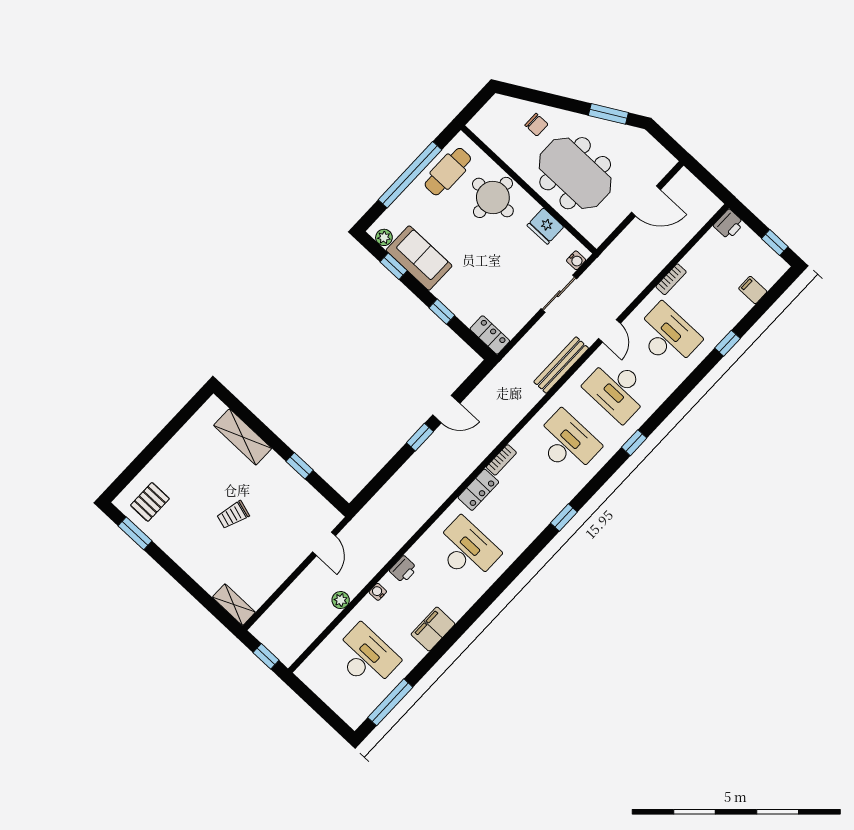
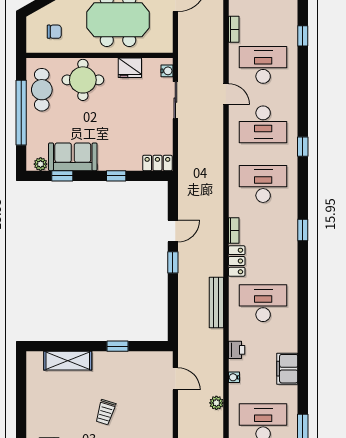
chair: (536, 125) -> (54, 32), moved
bench: (561, 365) -> (216, 302), moved

